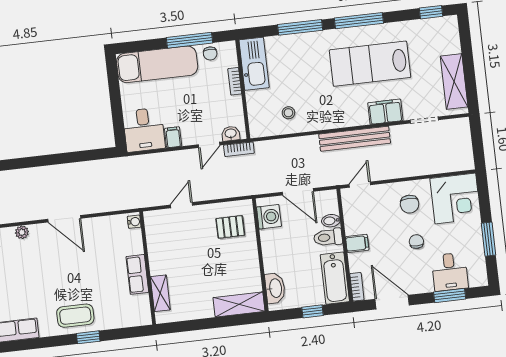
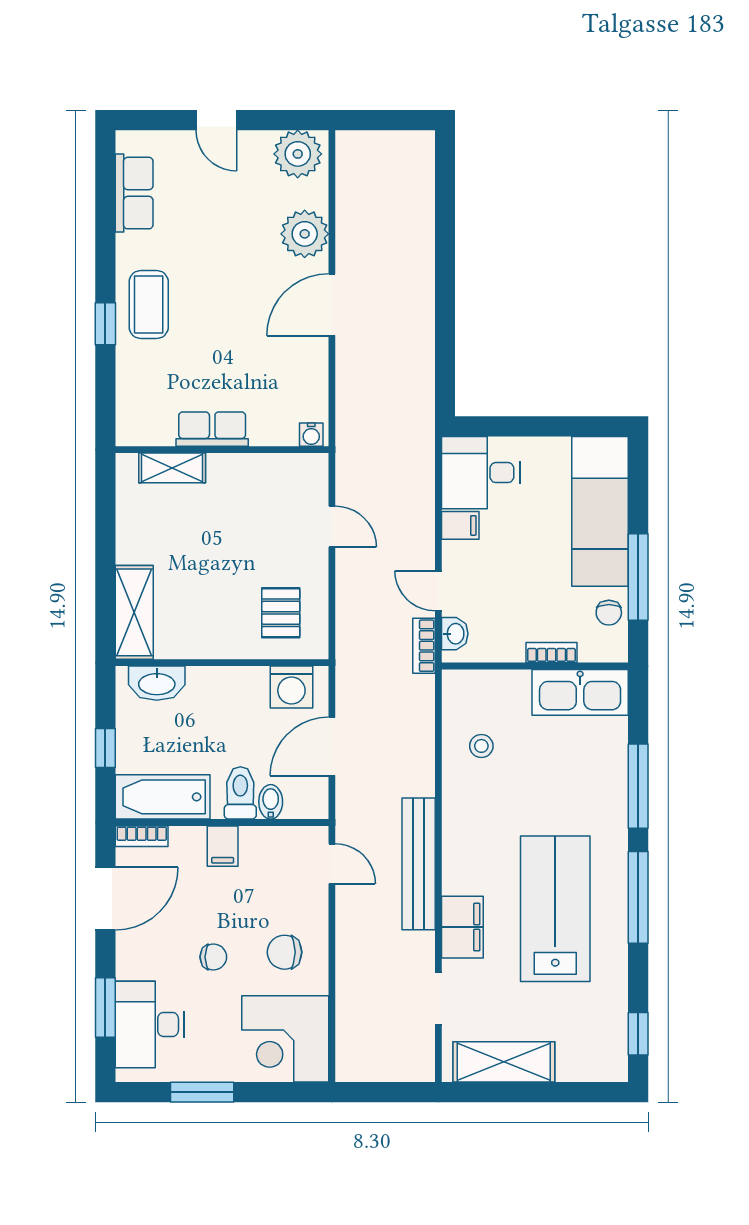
chair: (210, 53) -> (609, 613), turned -90
plant: (22, 232) -> (305, 234), width x1.87, depth x1.87
desk: (450, 272) -> (150, 1024), width x1.37

